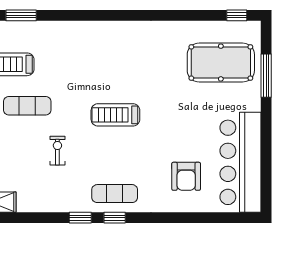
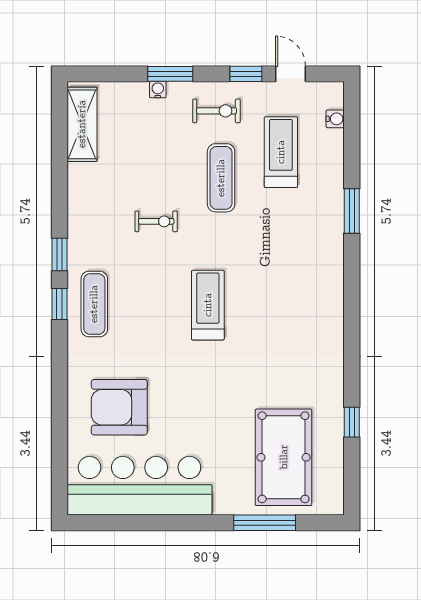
window: (21, 15) -> (352, 211), moved
window: (237, 15) -> (352, 422), moved
armchair: (186, 176) -> (119, 407), width x1.36, depth x1.36

